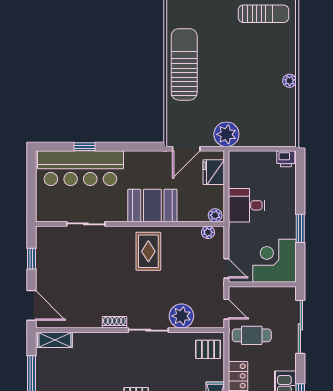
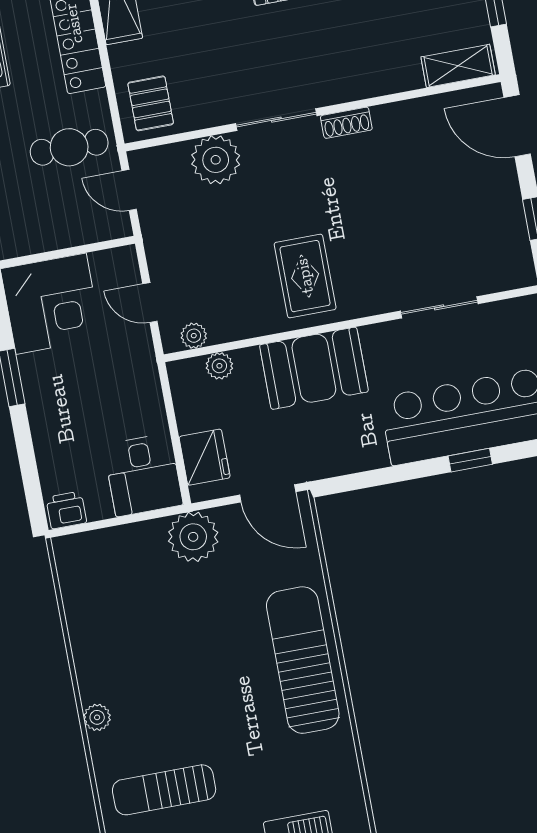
sun lounger: (184, 64) -> (303, 660), turned 180
plant: (290, 81) -> (97, 717), moved
door: (186, 149) -> (268, 493), swing flipped
desk: (247, 205) -> (143, 475), moved, turned 90
plant: (215, 215) -> (219, 366), moved
door: (226, 268) -> (150, 303), moved
pallet: (208, 349) -> (151, 103), turned 90

